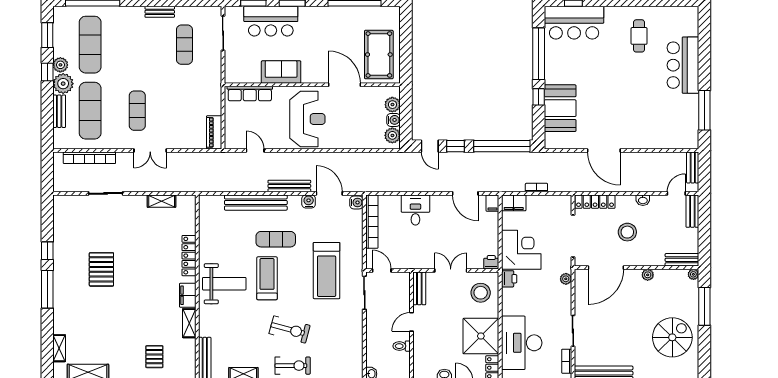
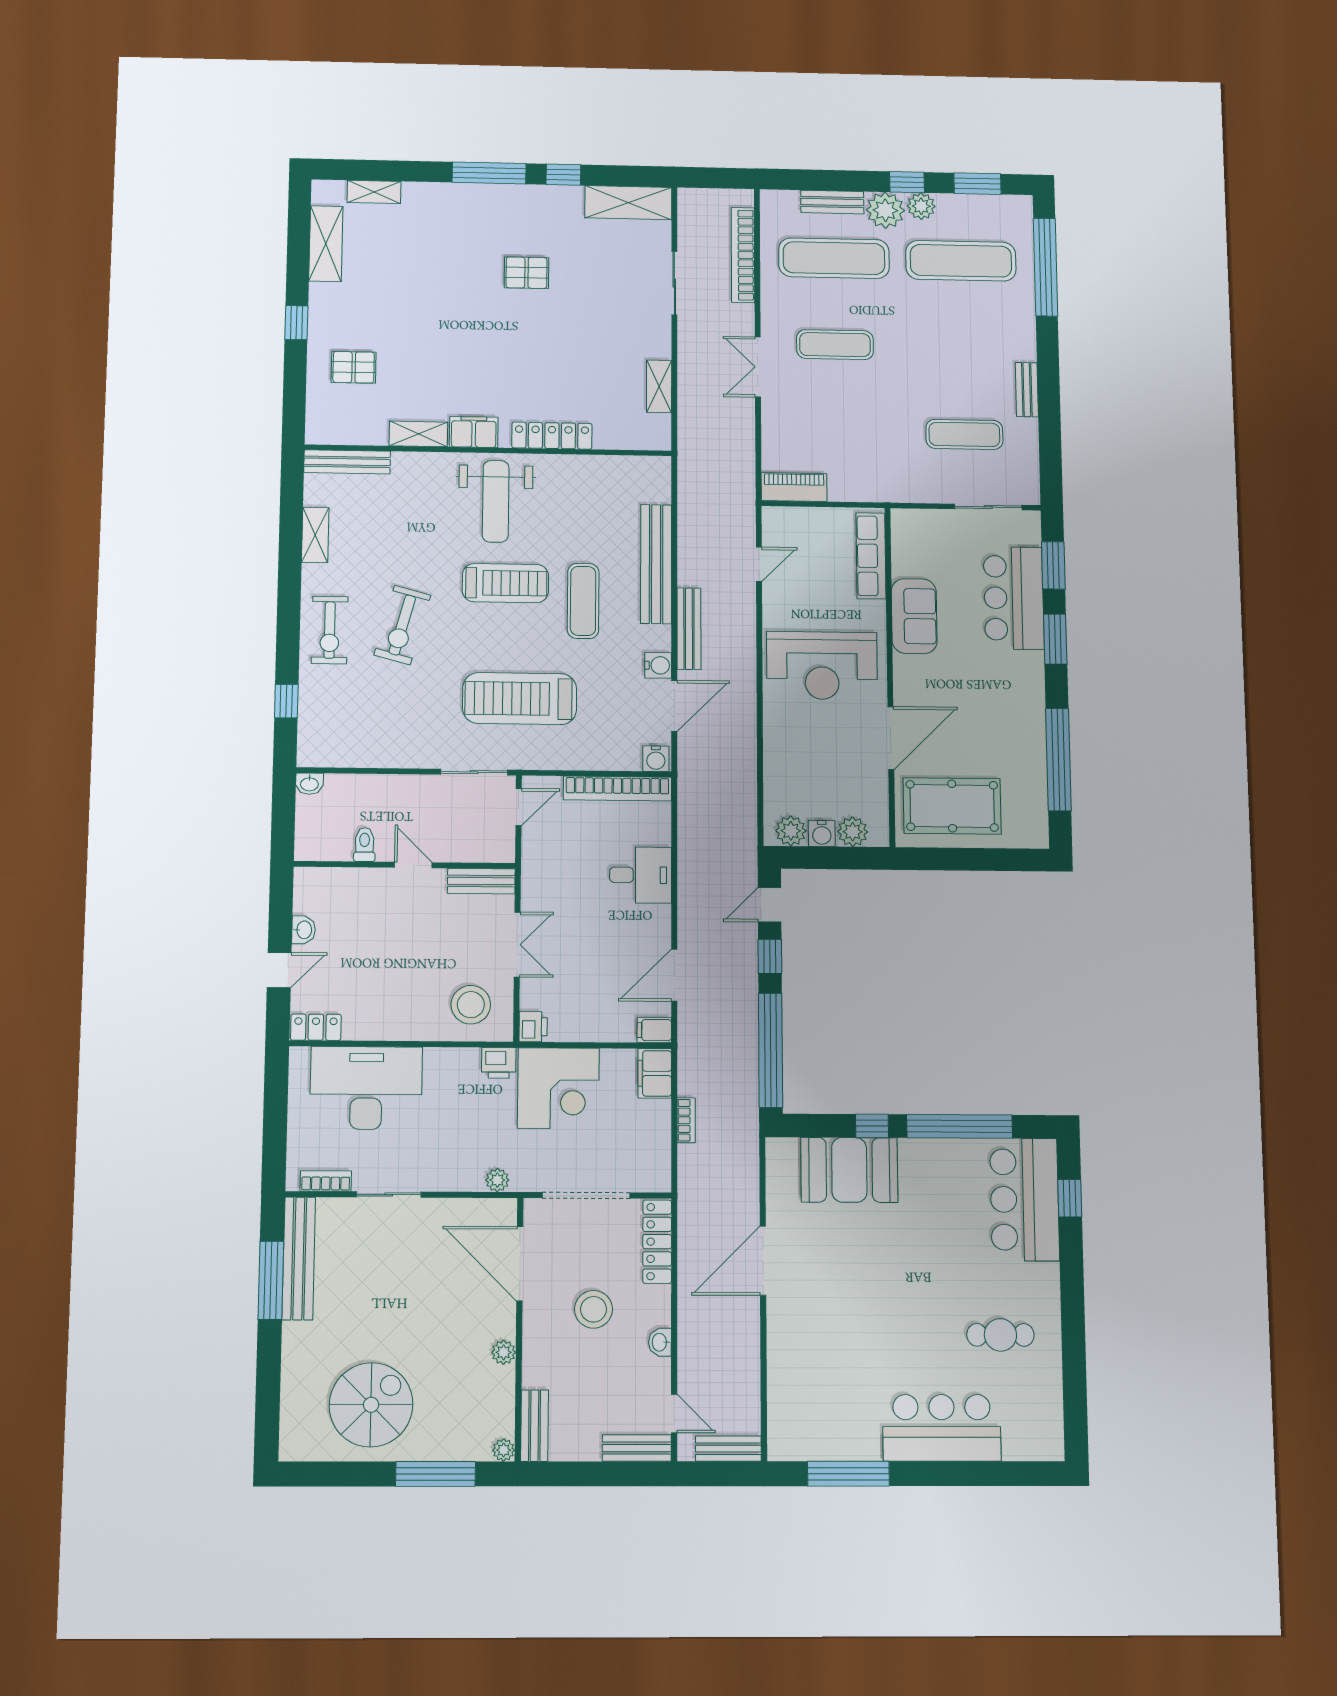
shelving: (62, 217) -> (628, 203), added
pallet: (101, 269) -> (526, 273), width x0.67, depth x0.71
shower: (481, 336) -> (382, 1005), removed
spiral stairs: (672, 337) -> (371, 1405), turned -90

